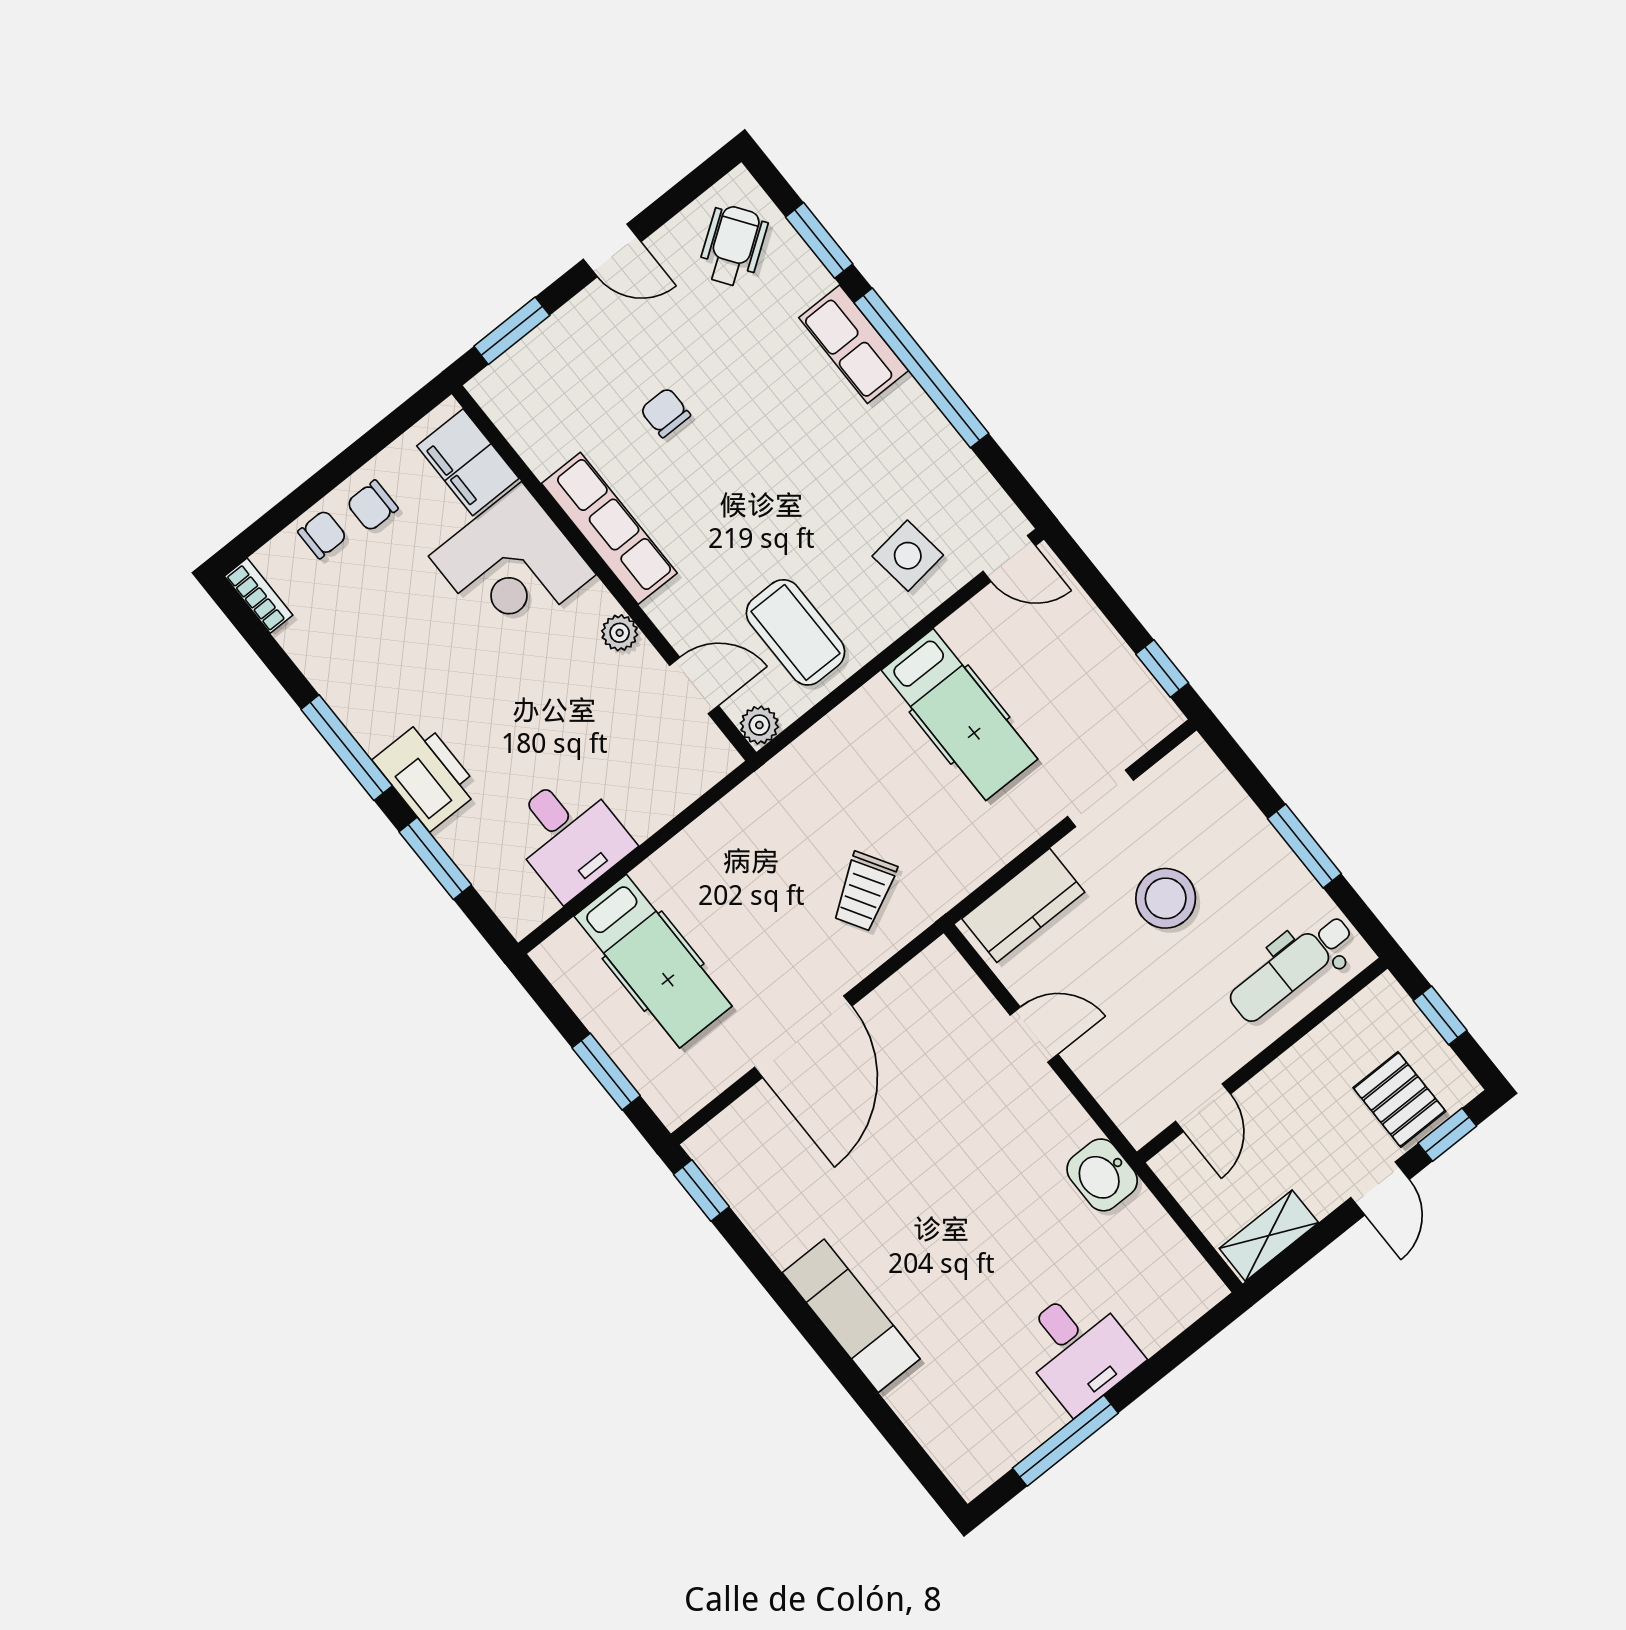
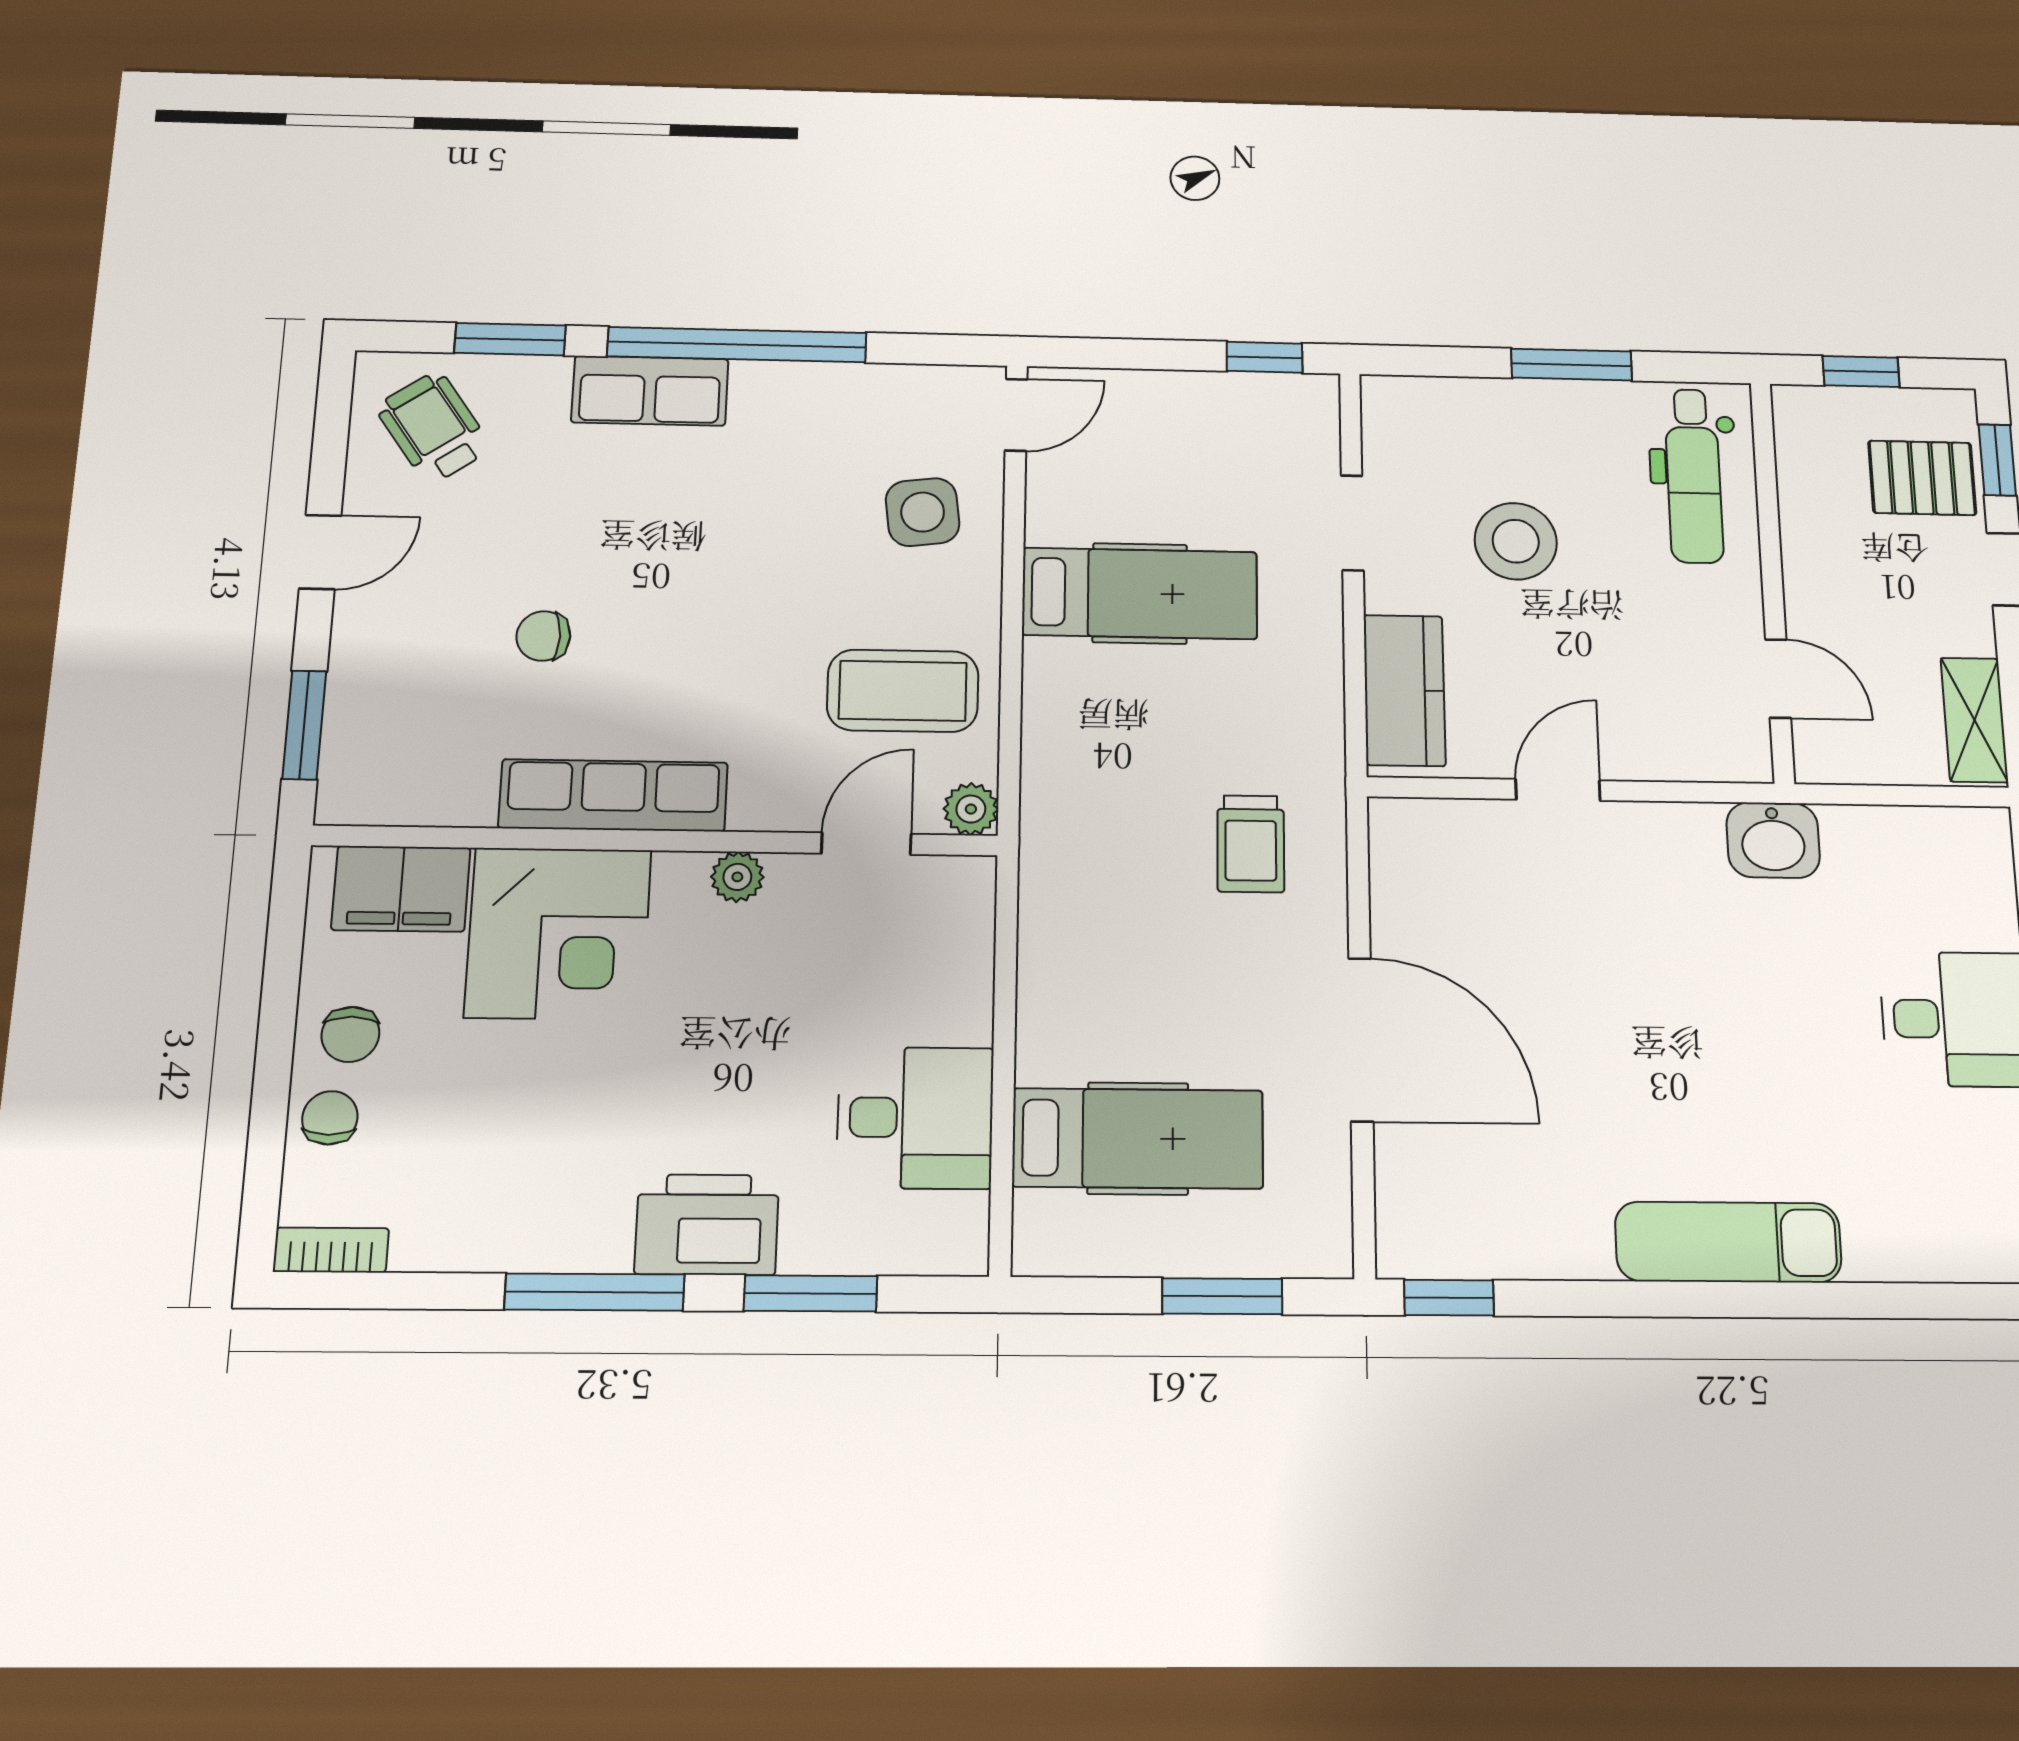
trolley: (864, 891) -> (1251, 844), turned 31

